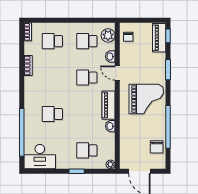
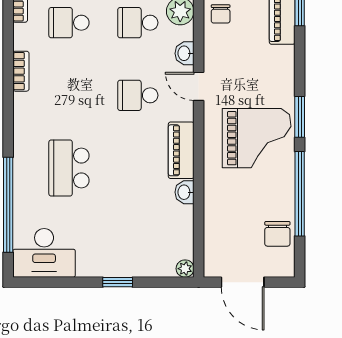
window: (168, 70) -> (300, 117), moved
school desk: (52, 114) -> (69, 168), width x1.85
school desk: (87, 150) -> (138, 241), removed

